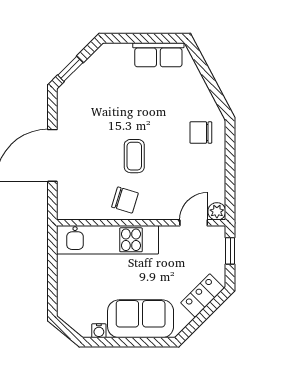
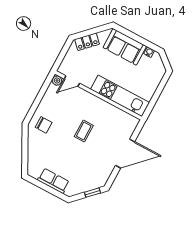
row of seats: (158, 55) -> (53, 181), moved
chair: (125, 200) -> (100, 111), removed
window: (230, 251) -> (61, 57), removed

